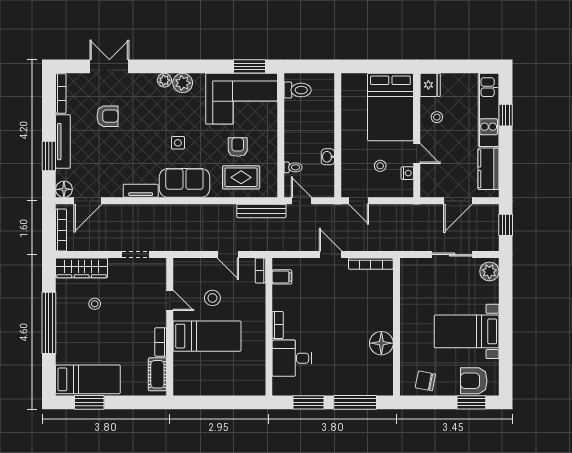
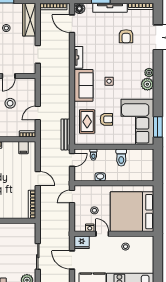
fridge: (430, 85) -> (82, 242), moved
toilet: (298, 90) -> (121, 158), moved
bed: (390, 107) -> (132, 212), width x1.36
door: (417, 153) -> (102, 234), swing flipped
door: (331, 255) -> (38, 179), hinge flipped

